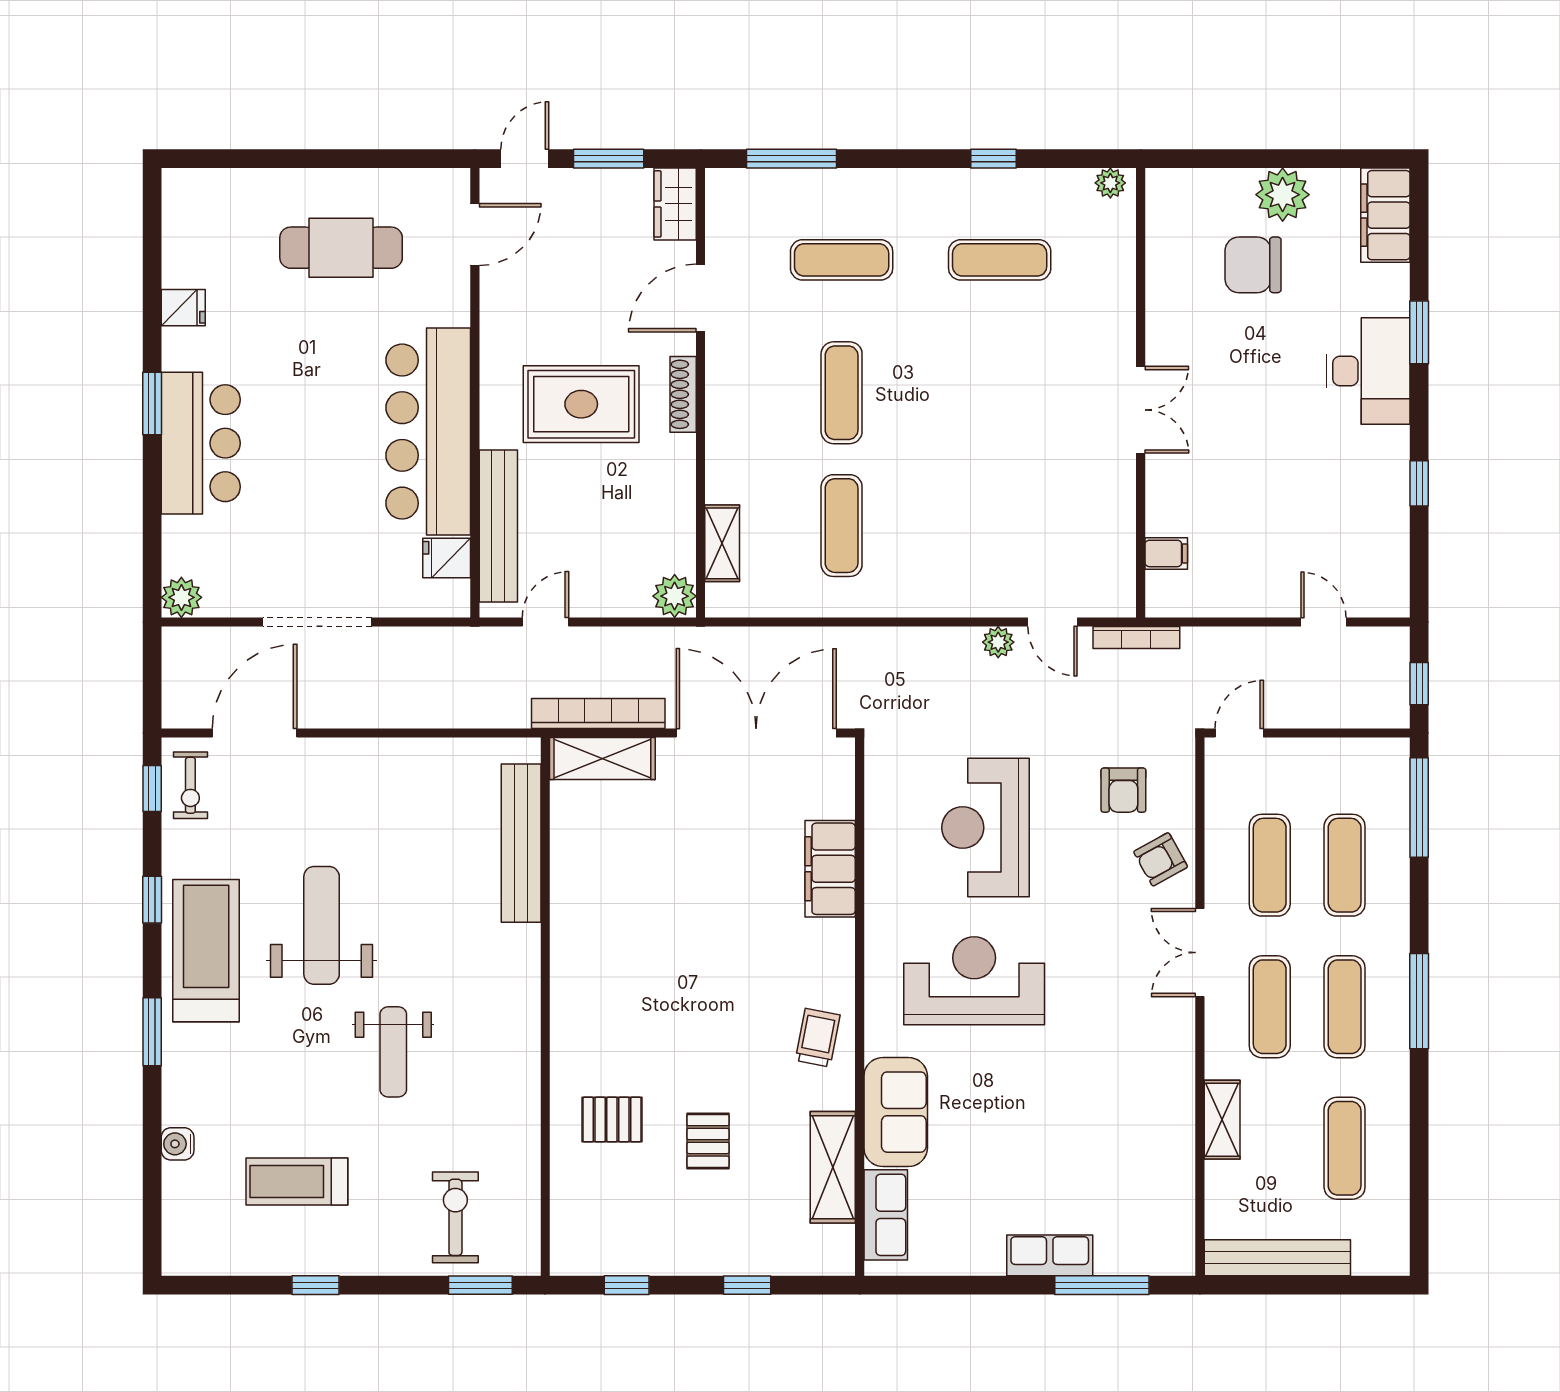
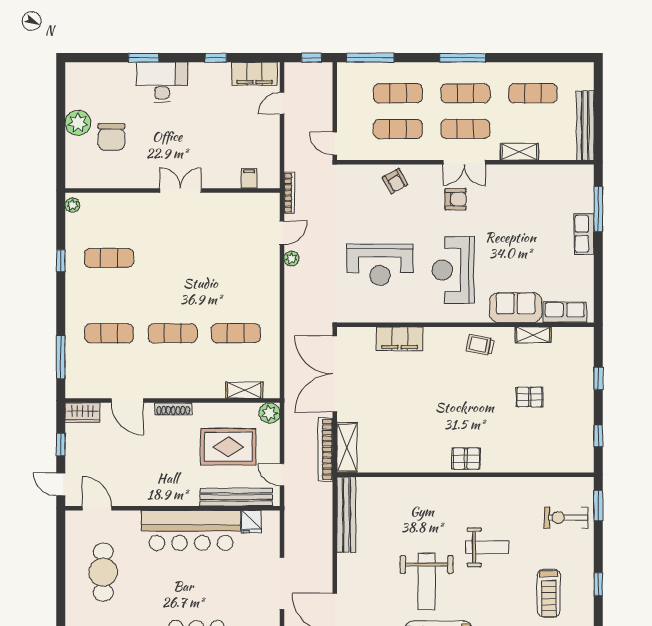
window: (609, 159) -> (61, 444), width x0.67
filing cabinet: (1385, 215) -> (255, 74), moved
exercise mat: (842, 260) -> (109, 333), turned 90
exercise mat: (1000, 260) -> (109, 258), turned 90
rug: (581, 404) -> (228, 447), moved, turned 90
armchair: (1123, 790) -> (455, 199), moved
bench: (521, 843) -> (346, 515), moved, turned 90
weight bench: (322, 925) -> (427, 581), turned -90
double door: (1200, 953) -> (464, 162), moved
pallet: (612, 1120) -> (466, 459), moved, turned 90
shelving: (833, 1167) -> (533, 335), width x0.67, depth x0.75

